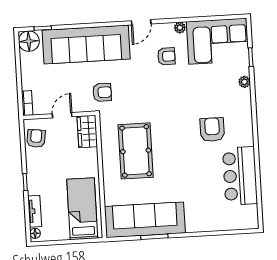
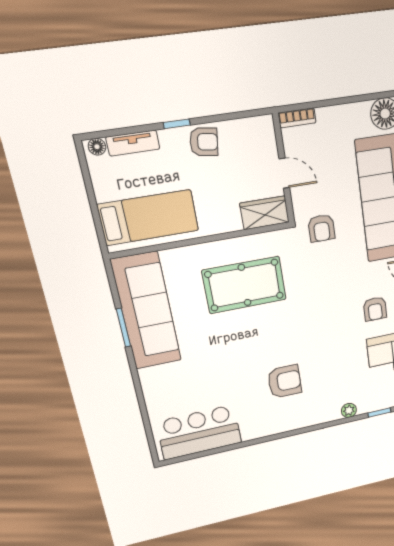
armchair: (36, 138) -> (204, 142), moved
bar counter: (240, 176) -> (199, 432), moved

